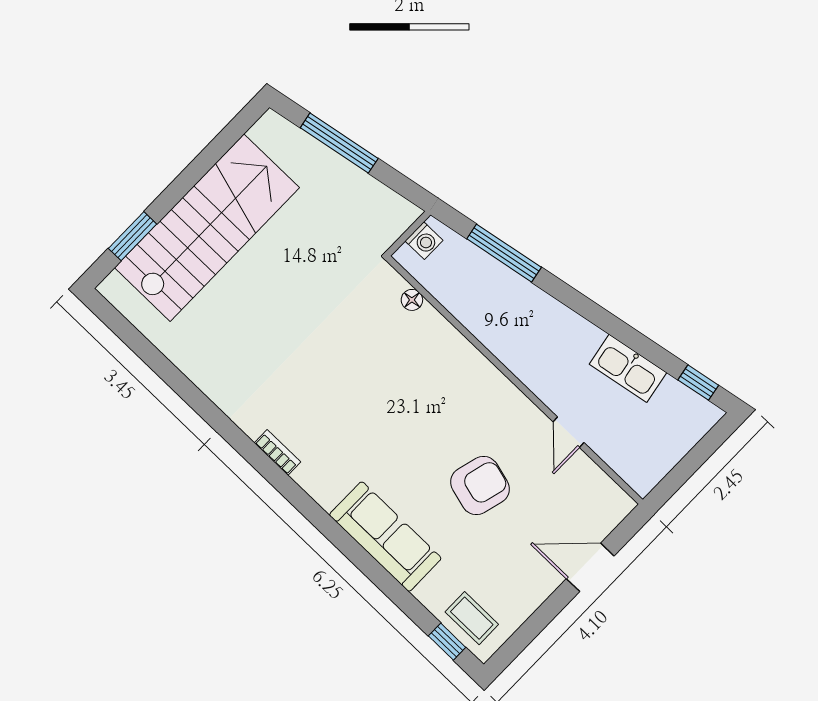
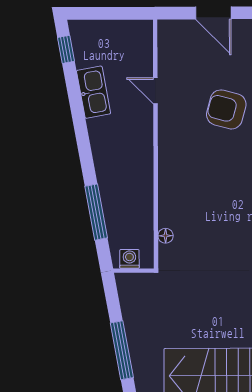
door: (569, 432) -> (155, 91), swing flipped

